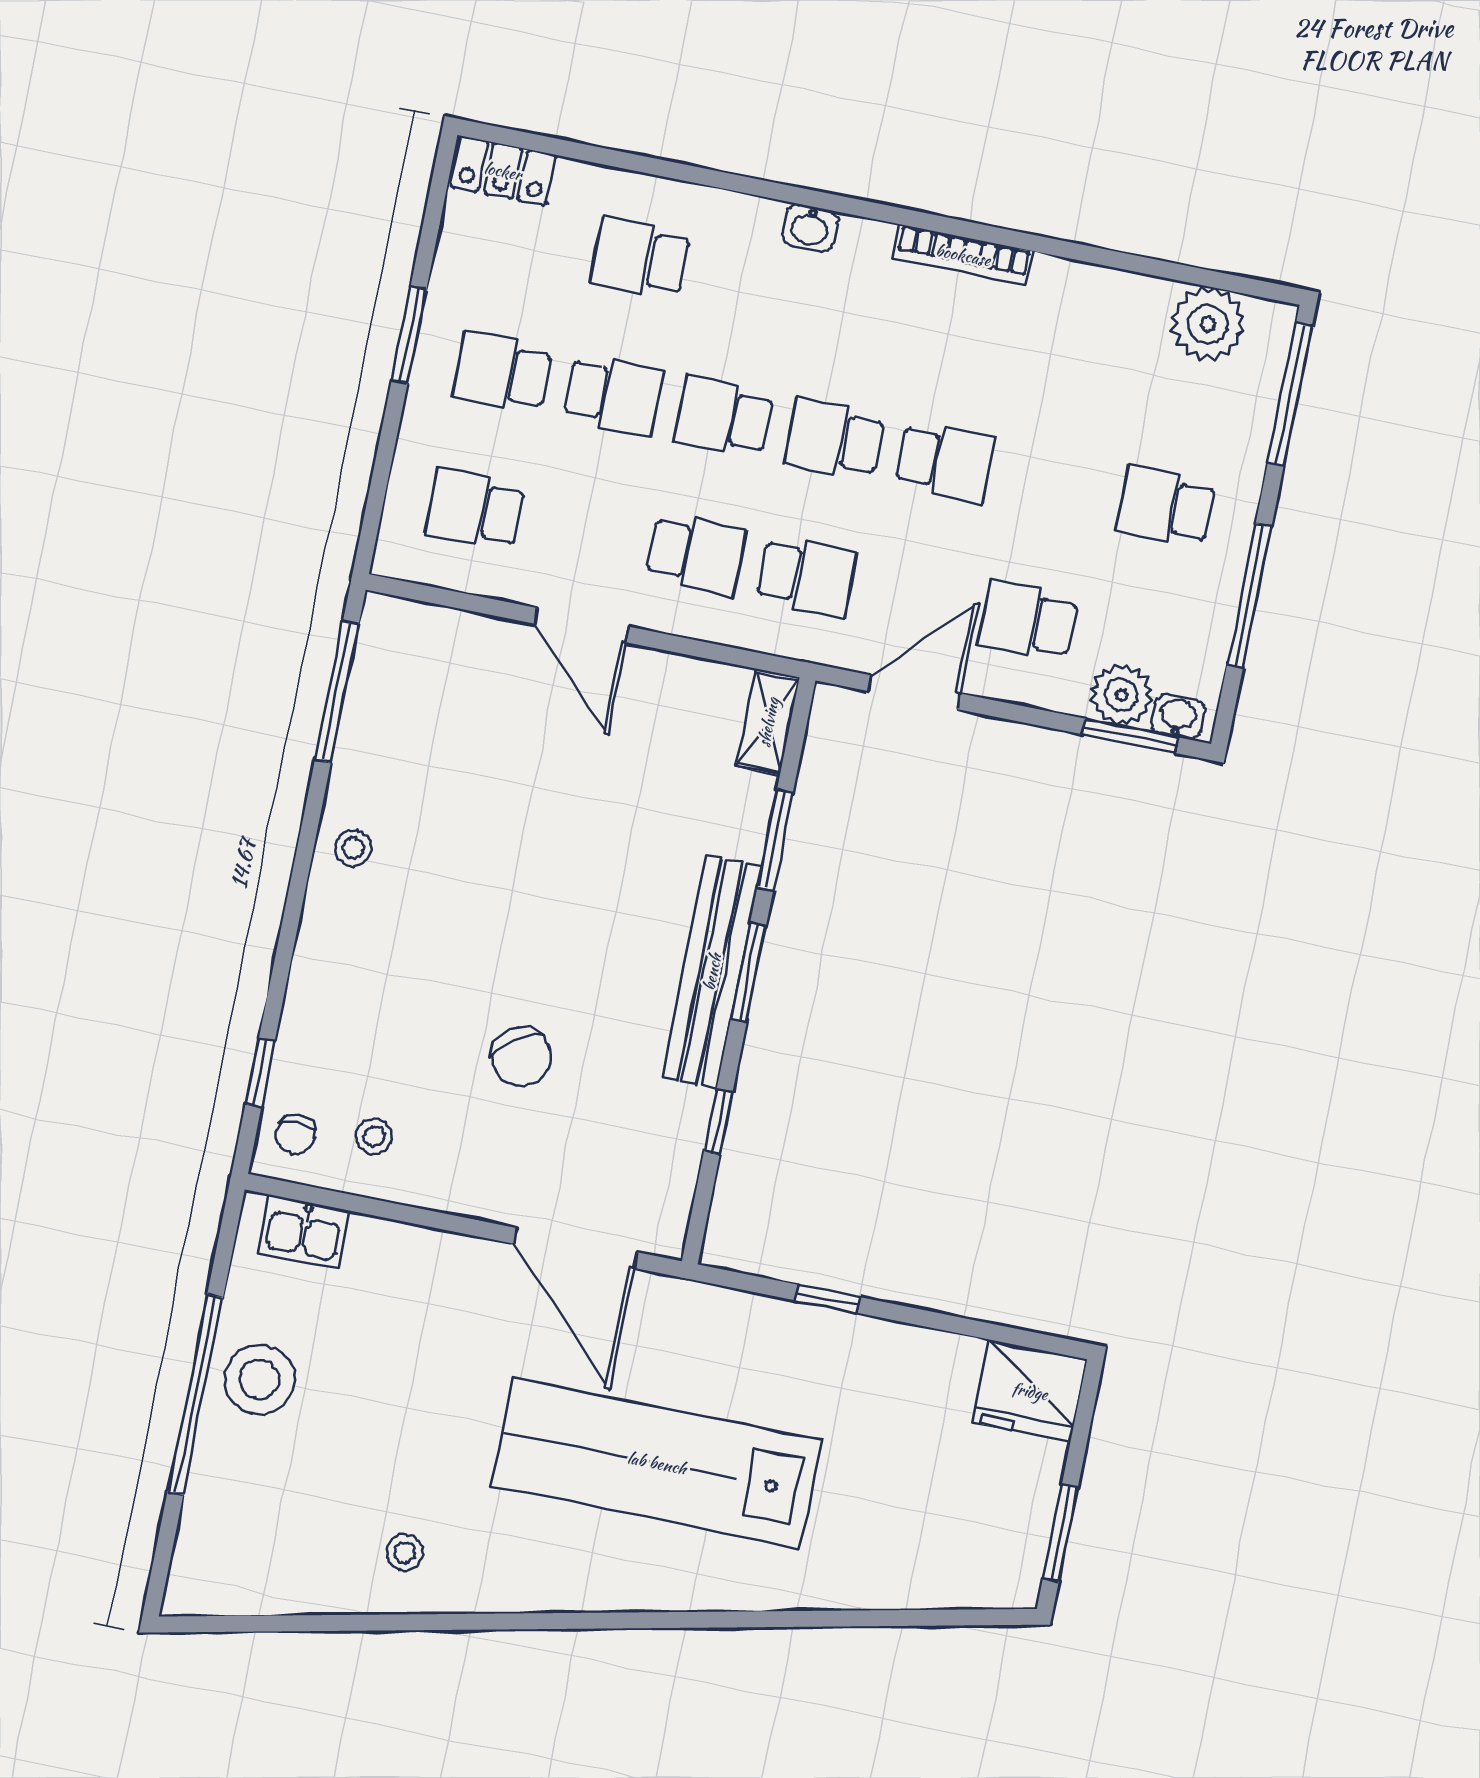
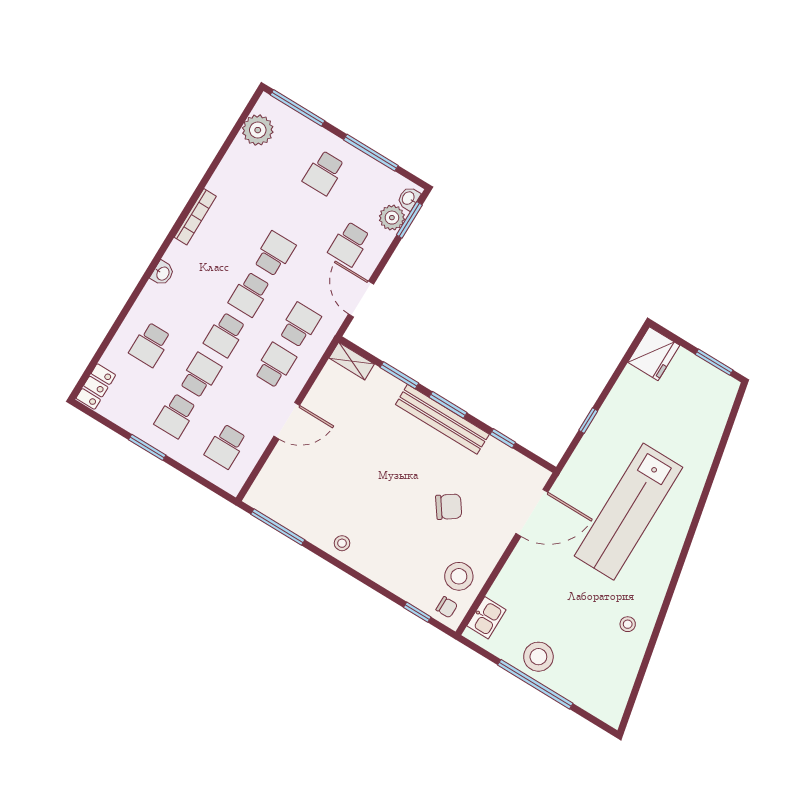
stool: (374, 1136) -> (459, 576), width x1.89, depth x1.89

